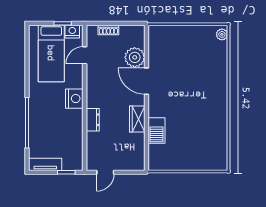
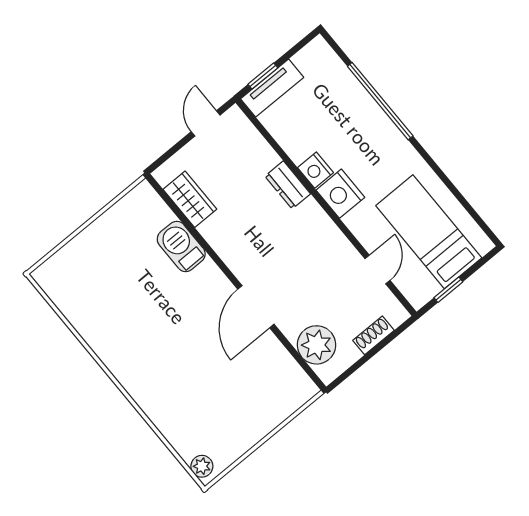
nightstand: (72, 32) -> (315, 170), moved, turned 90
plant: (135, 57) -> (316, 345), moved
door: (146, 81) -> (256, 307), swing flipped
wardrobe: (137, 119) -> (190, 199), moved
tv unit: (45, 164) -> (272, 88), moved

